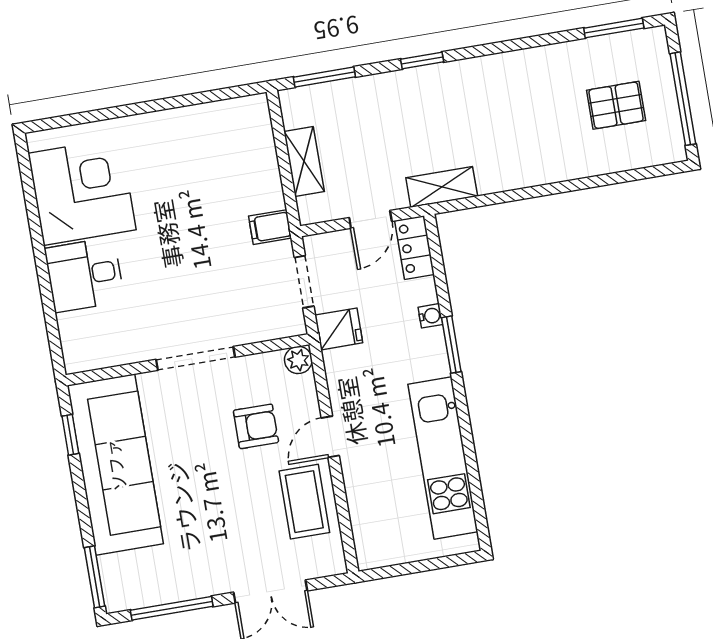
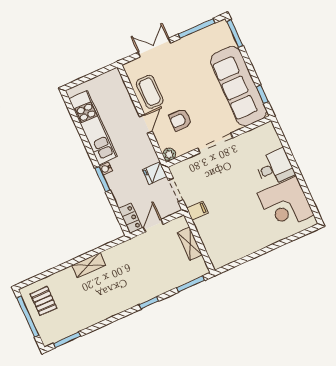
pallet: (616, 105) -> (44, 301), moved, turned 90
shelving: (442, 187) -> (89, 265), moved
water cooler: (430, 316) -> (106, 169), moved

